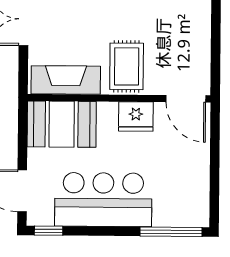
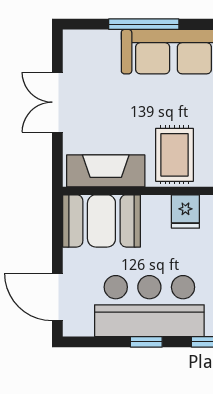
fridge: (136, 116) -> (185, 211), width x0.72
window: (49, 231) -> (146, 342), moved

